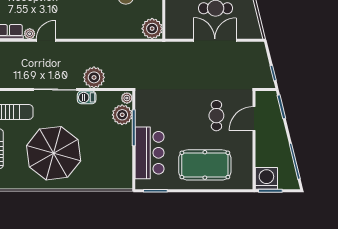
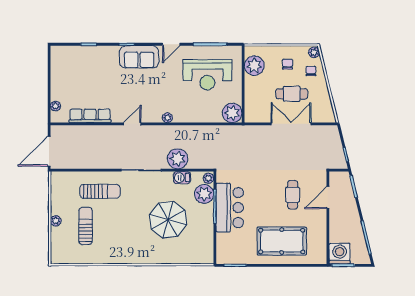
plant: (30, 34) -> (167, 118), moved
barbecue: (87, 97) -> (182, 178), moved
parasol: (54, 153) -> (168, 220), moved, width x0.73, depth x0.73
bar counter: (150, 153) -> (230, 208), moved

